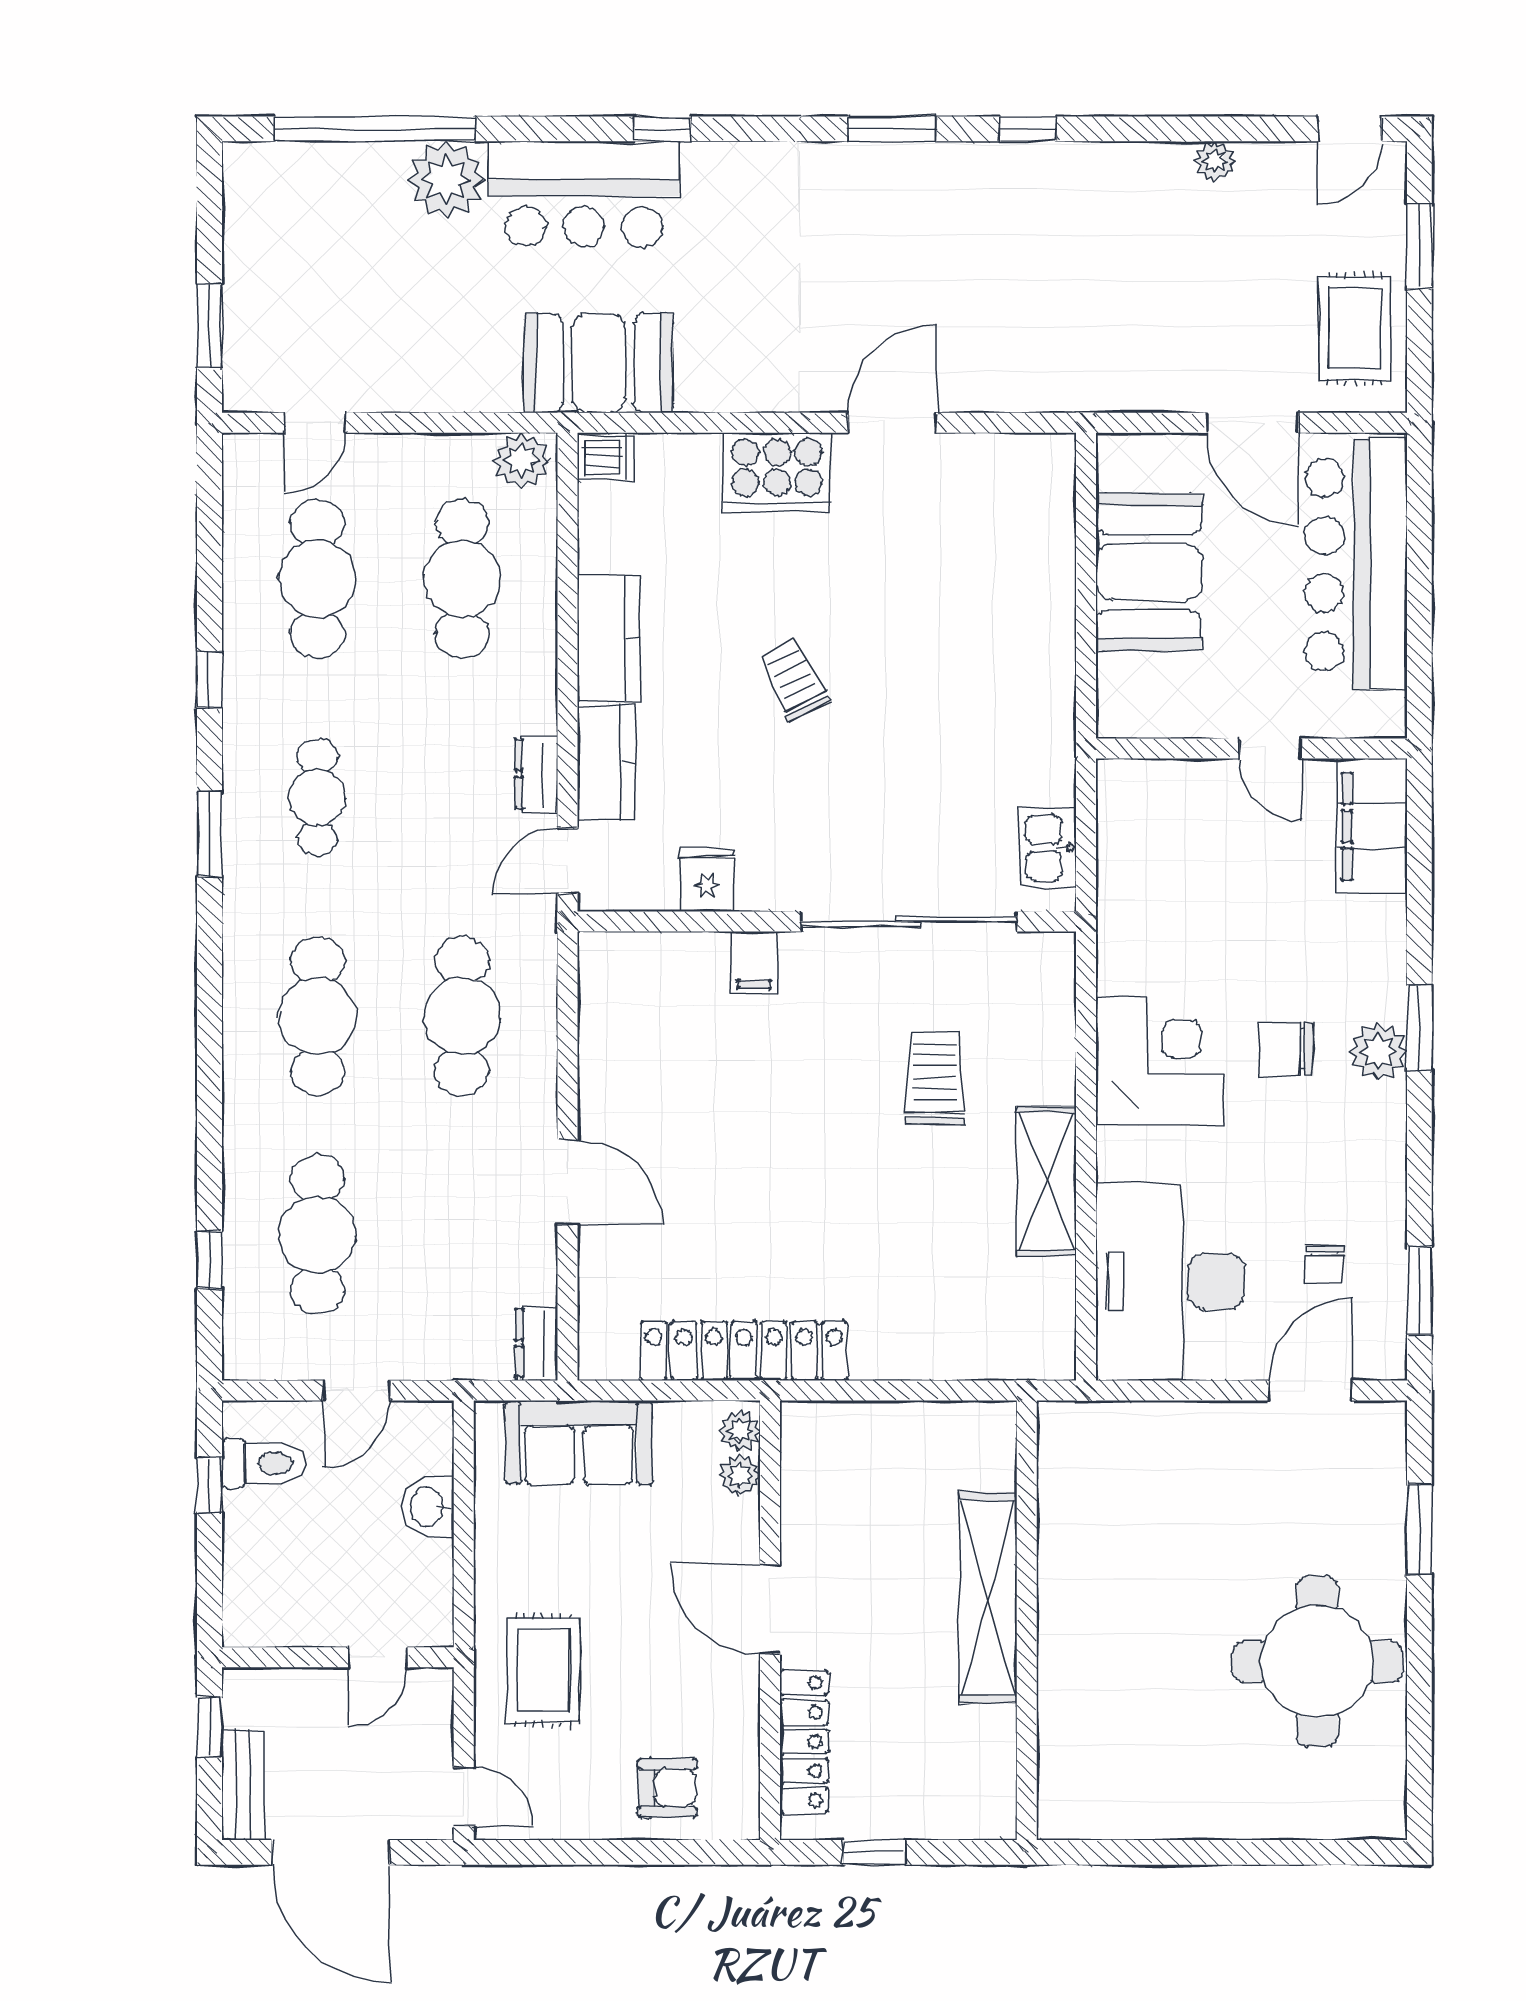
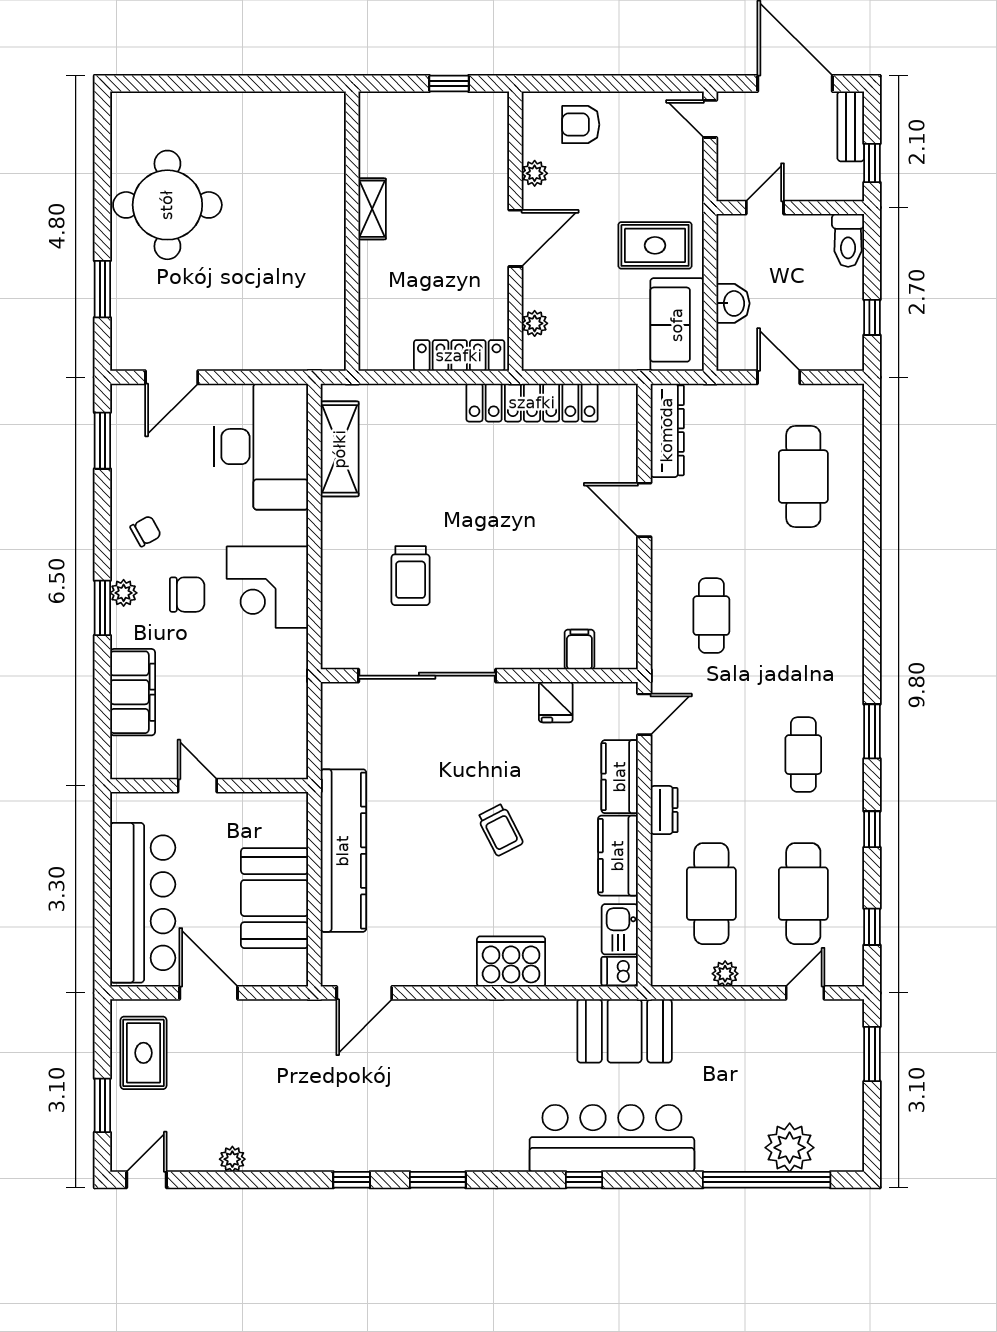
plant: (447, 180) -> (790, 1148), moved
bar counter: (584, 194) -> (612, 1138), width x1.36
door: (892, 423) -> (364, 993), moved
plant: (521, 460) -> (725, 974), moved, width x0.73, depth x0.73
kitchen counter: (1040, 646) -> (343, 851), added
dresser: (536, 774) -> (664, 810), moved
filing cabinet: (1372, 826) -> (133, 692), moved
kitchen sink: (1048, 847) -> (620, 929), moved, turned 180
filing cabinet: (754, 963) -> (579, 650), moved
cafe table: (317, 1016) -> (803, 616), removed
cafe table: (462, 1016) -> (711, 616), width x0.73, depth x0.74
plant: (1378, 1052) -> (124, 593), width x0.73, depth x0.73
shelving: (1046, 1181) -> (340, 449), moved
window: (209, 1260) -> (872, 927), moved
chair: (1325, 1265) -> (146, 531), moved, turned 61
dresser: (537, 1343) -> (667, 430), width x1.96, depth x1.24
door: (356, 1391) -> (779, 377), hinge flipped
plant: (740, 1431) -> (535, 173), moved
sofa: (579, 1443) -> (677, 325), moved, turned -90
toilet: (264, 1463) -> (848, 240), moved, turned -90
shelving: (988, 1598) -> (372, 209), width x0.45, depth x0.75
door: (770, 1609) -> (515, 238), hinge flipped
rug: (543, 1670) -> (655, 245), moved, turned 90
locker: (804, 1741) -> (459, 356), moved, turned 90

